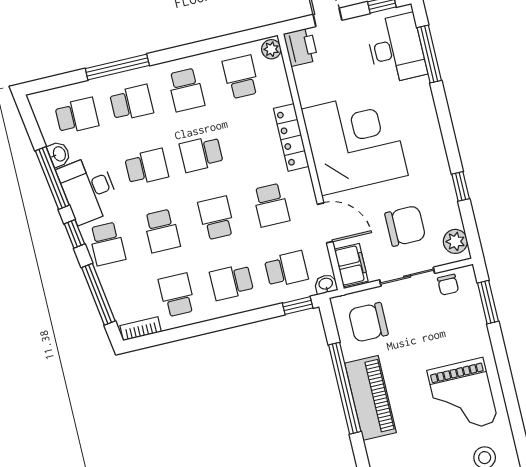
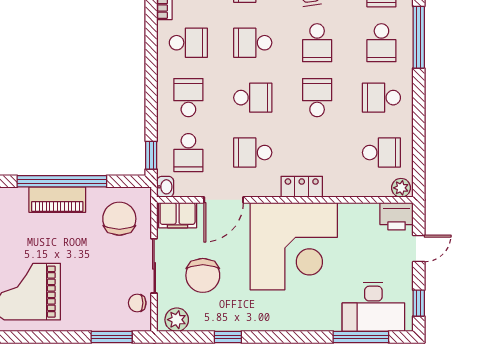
locker: (291, 137) -> (302, 187), width x0.66
piano: (371, 398) -> (57, 200), width x0.73, depth x0.75

